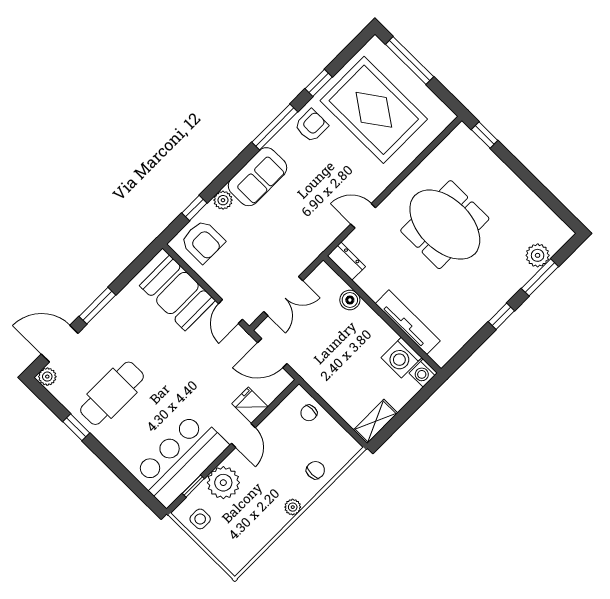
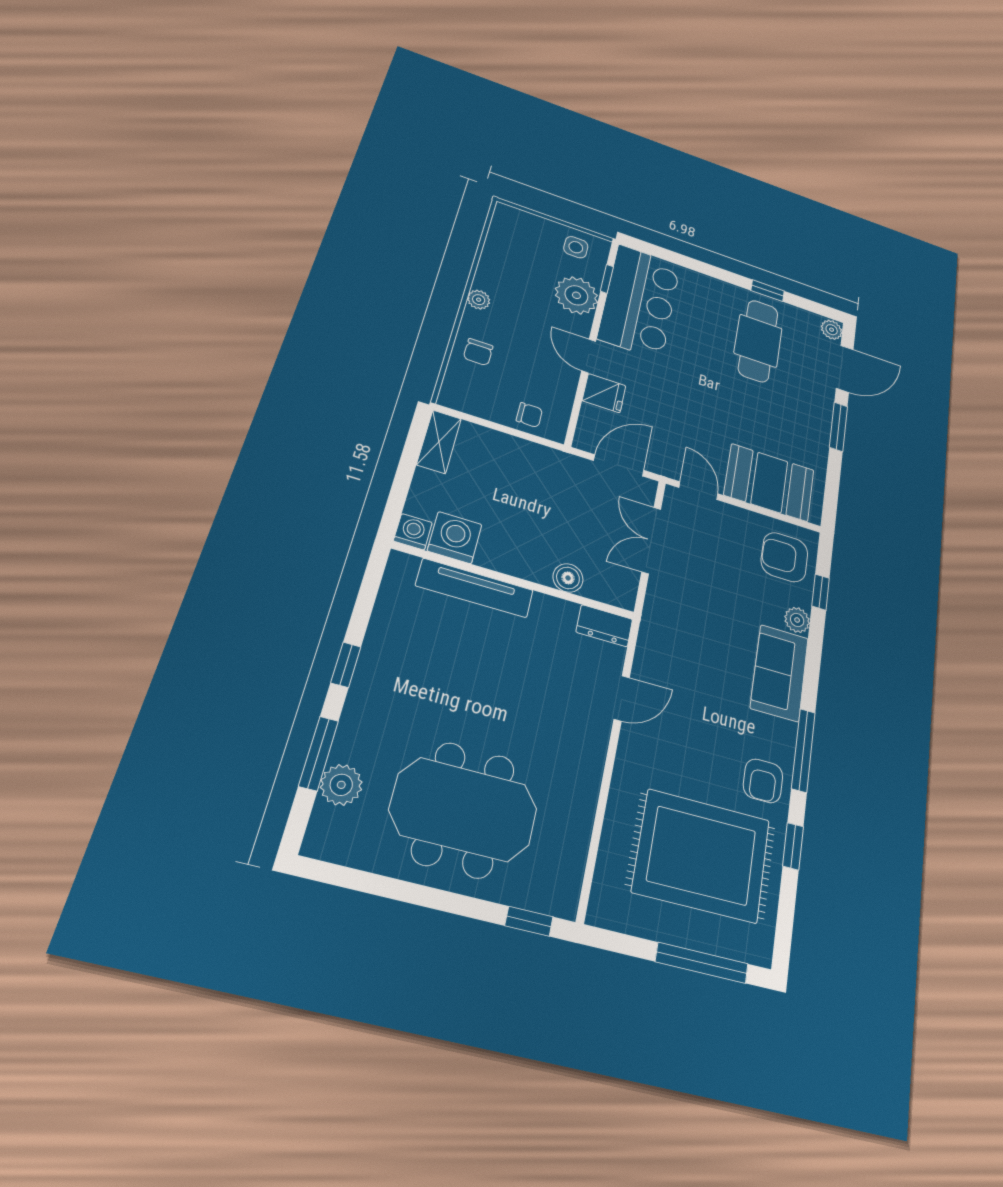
meeting table: (445, 225) -> (464, 809), moved
chair: (309, 413) -> (529, 415), turned 90

